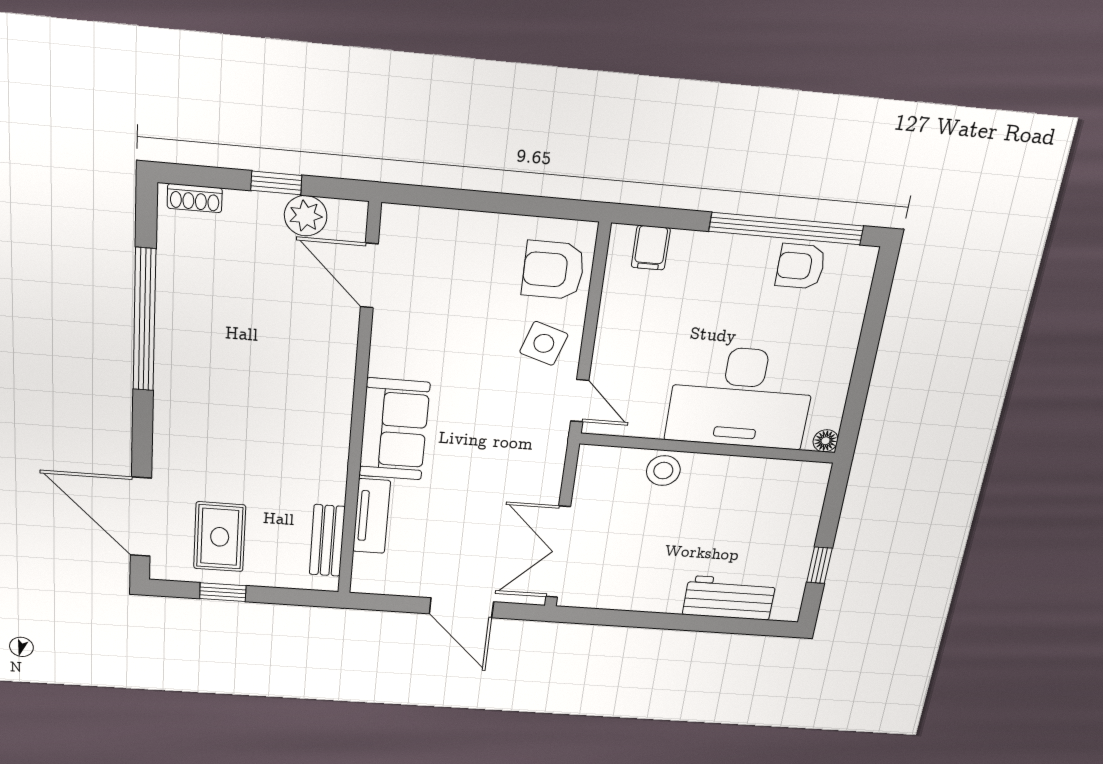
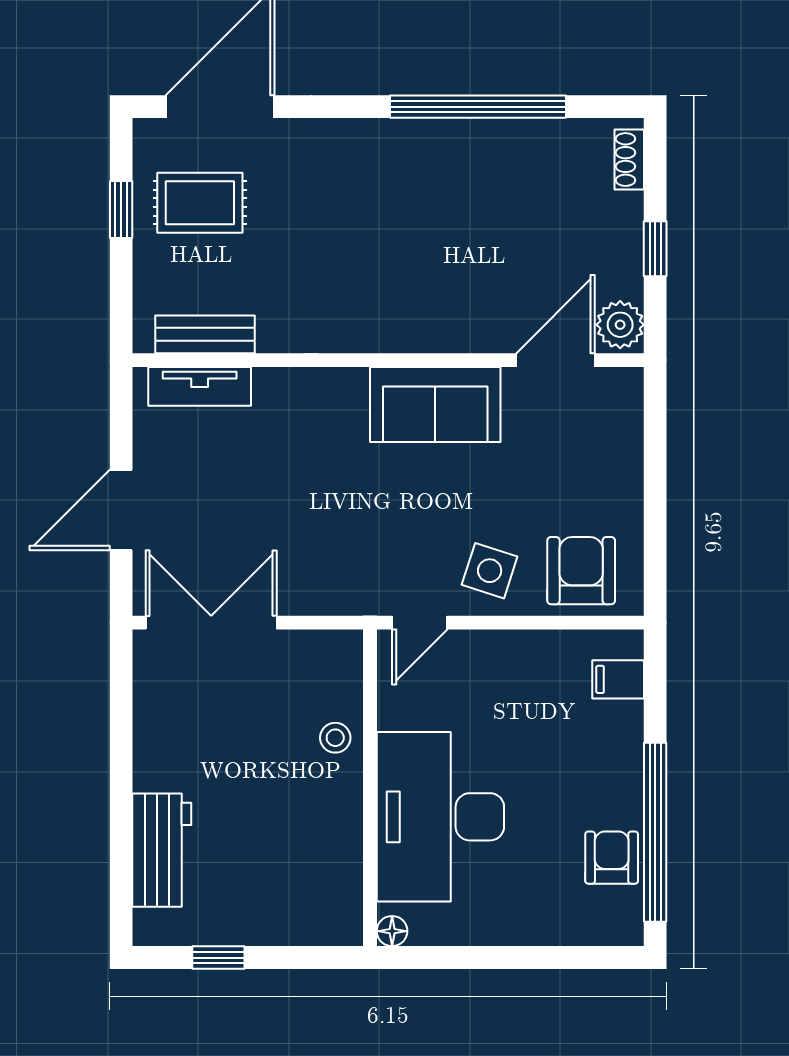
plant: (306, 216) -> (620, 325), moved
sofa: (394, 429) -> (435, 405), moved
stool: (663, 471) -> (335, 738), width x0.73, depth x0.73
tv unit: (372, 516) -> (200, 386), moved

